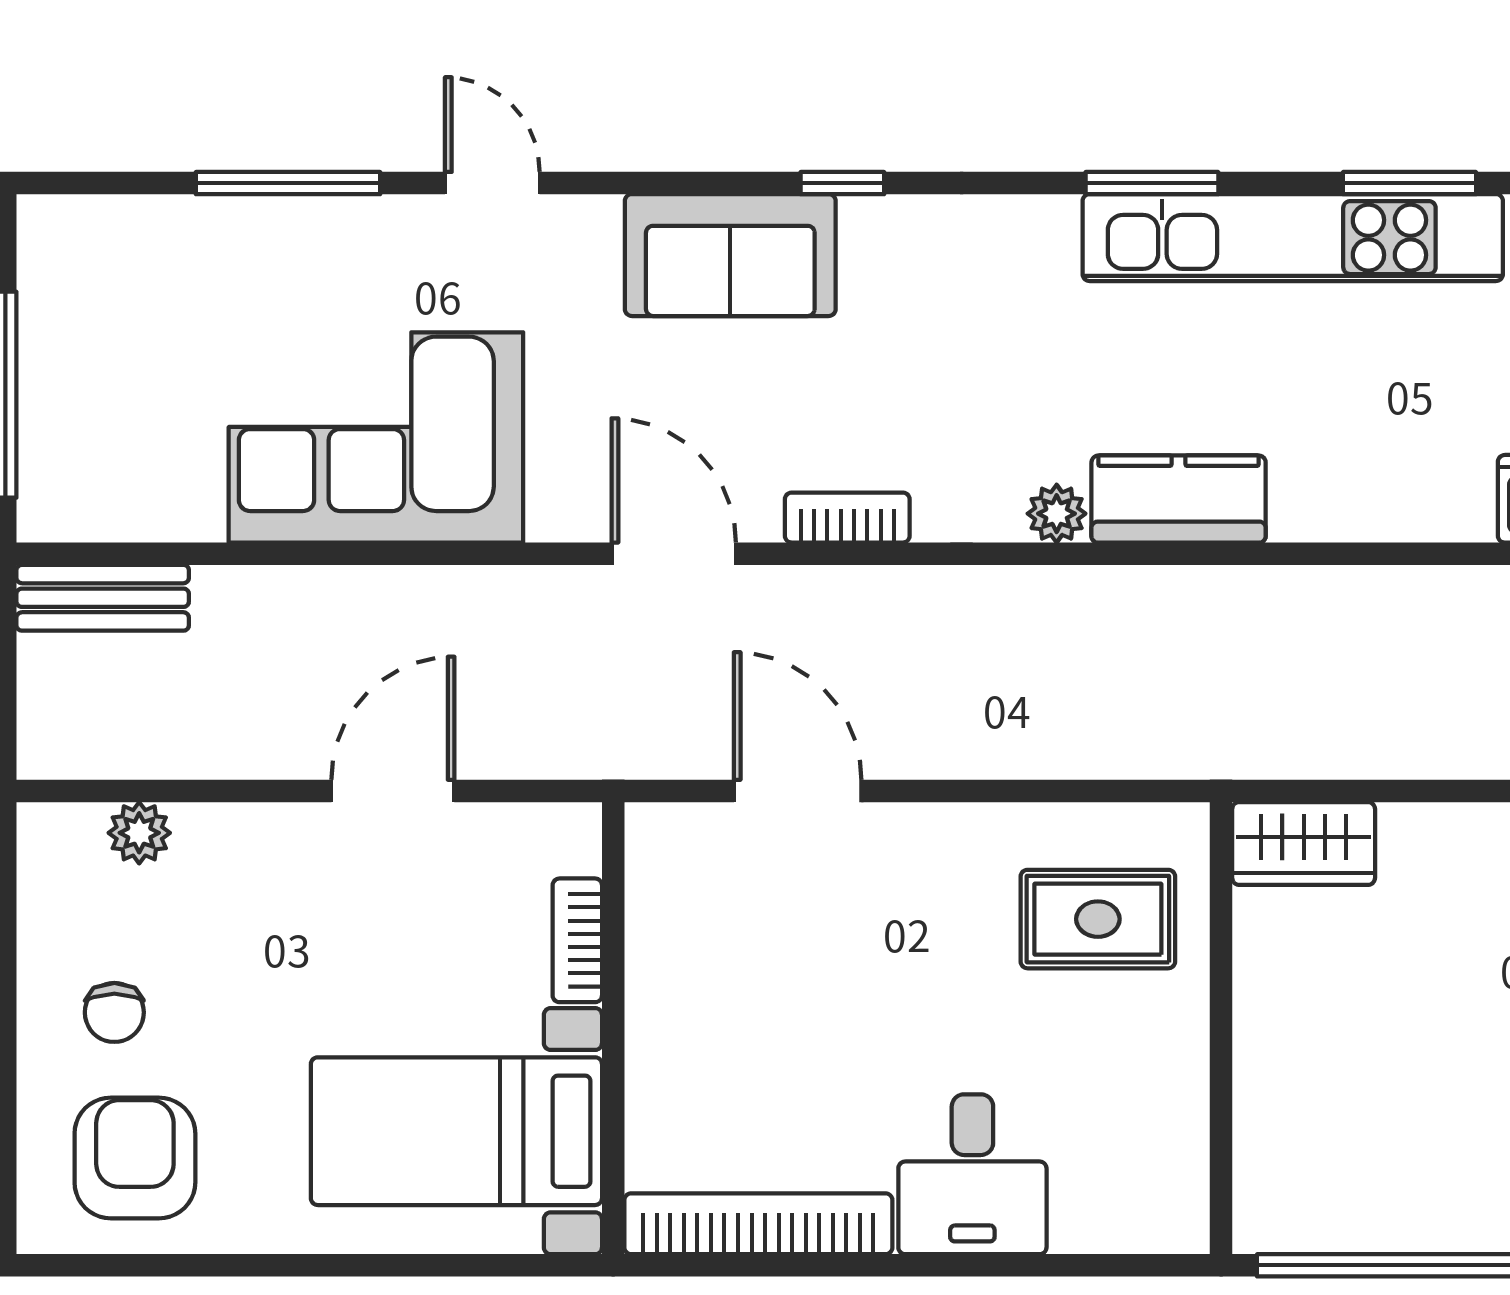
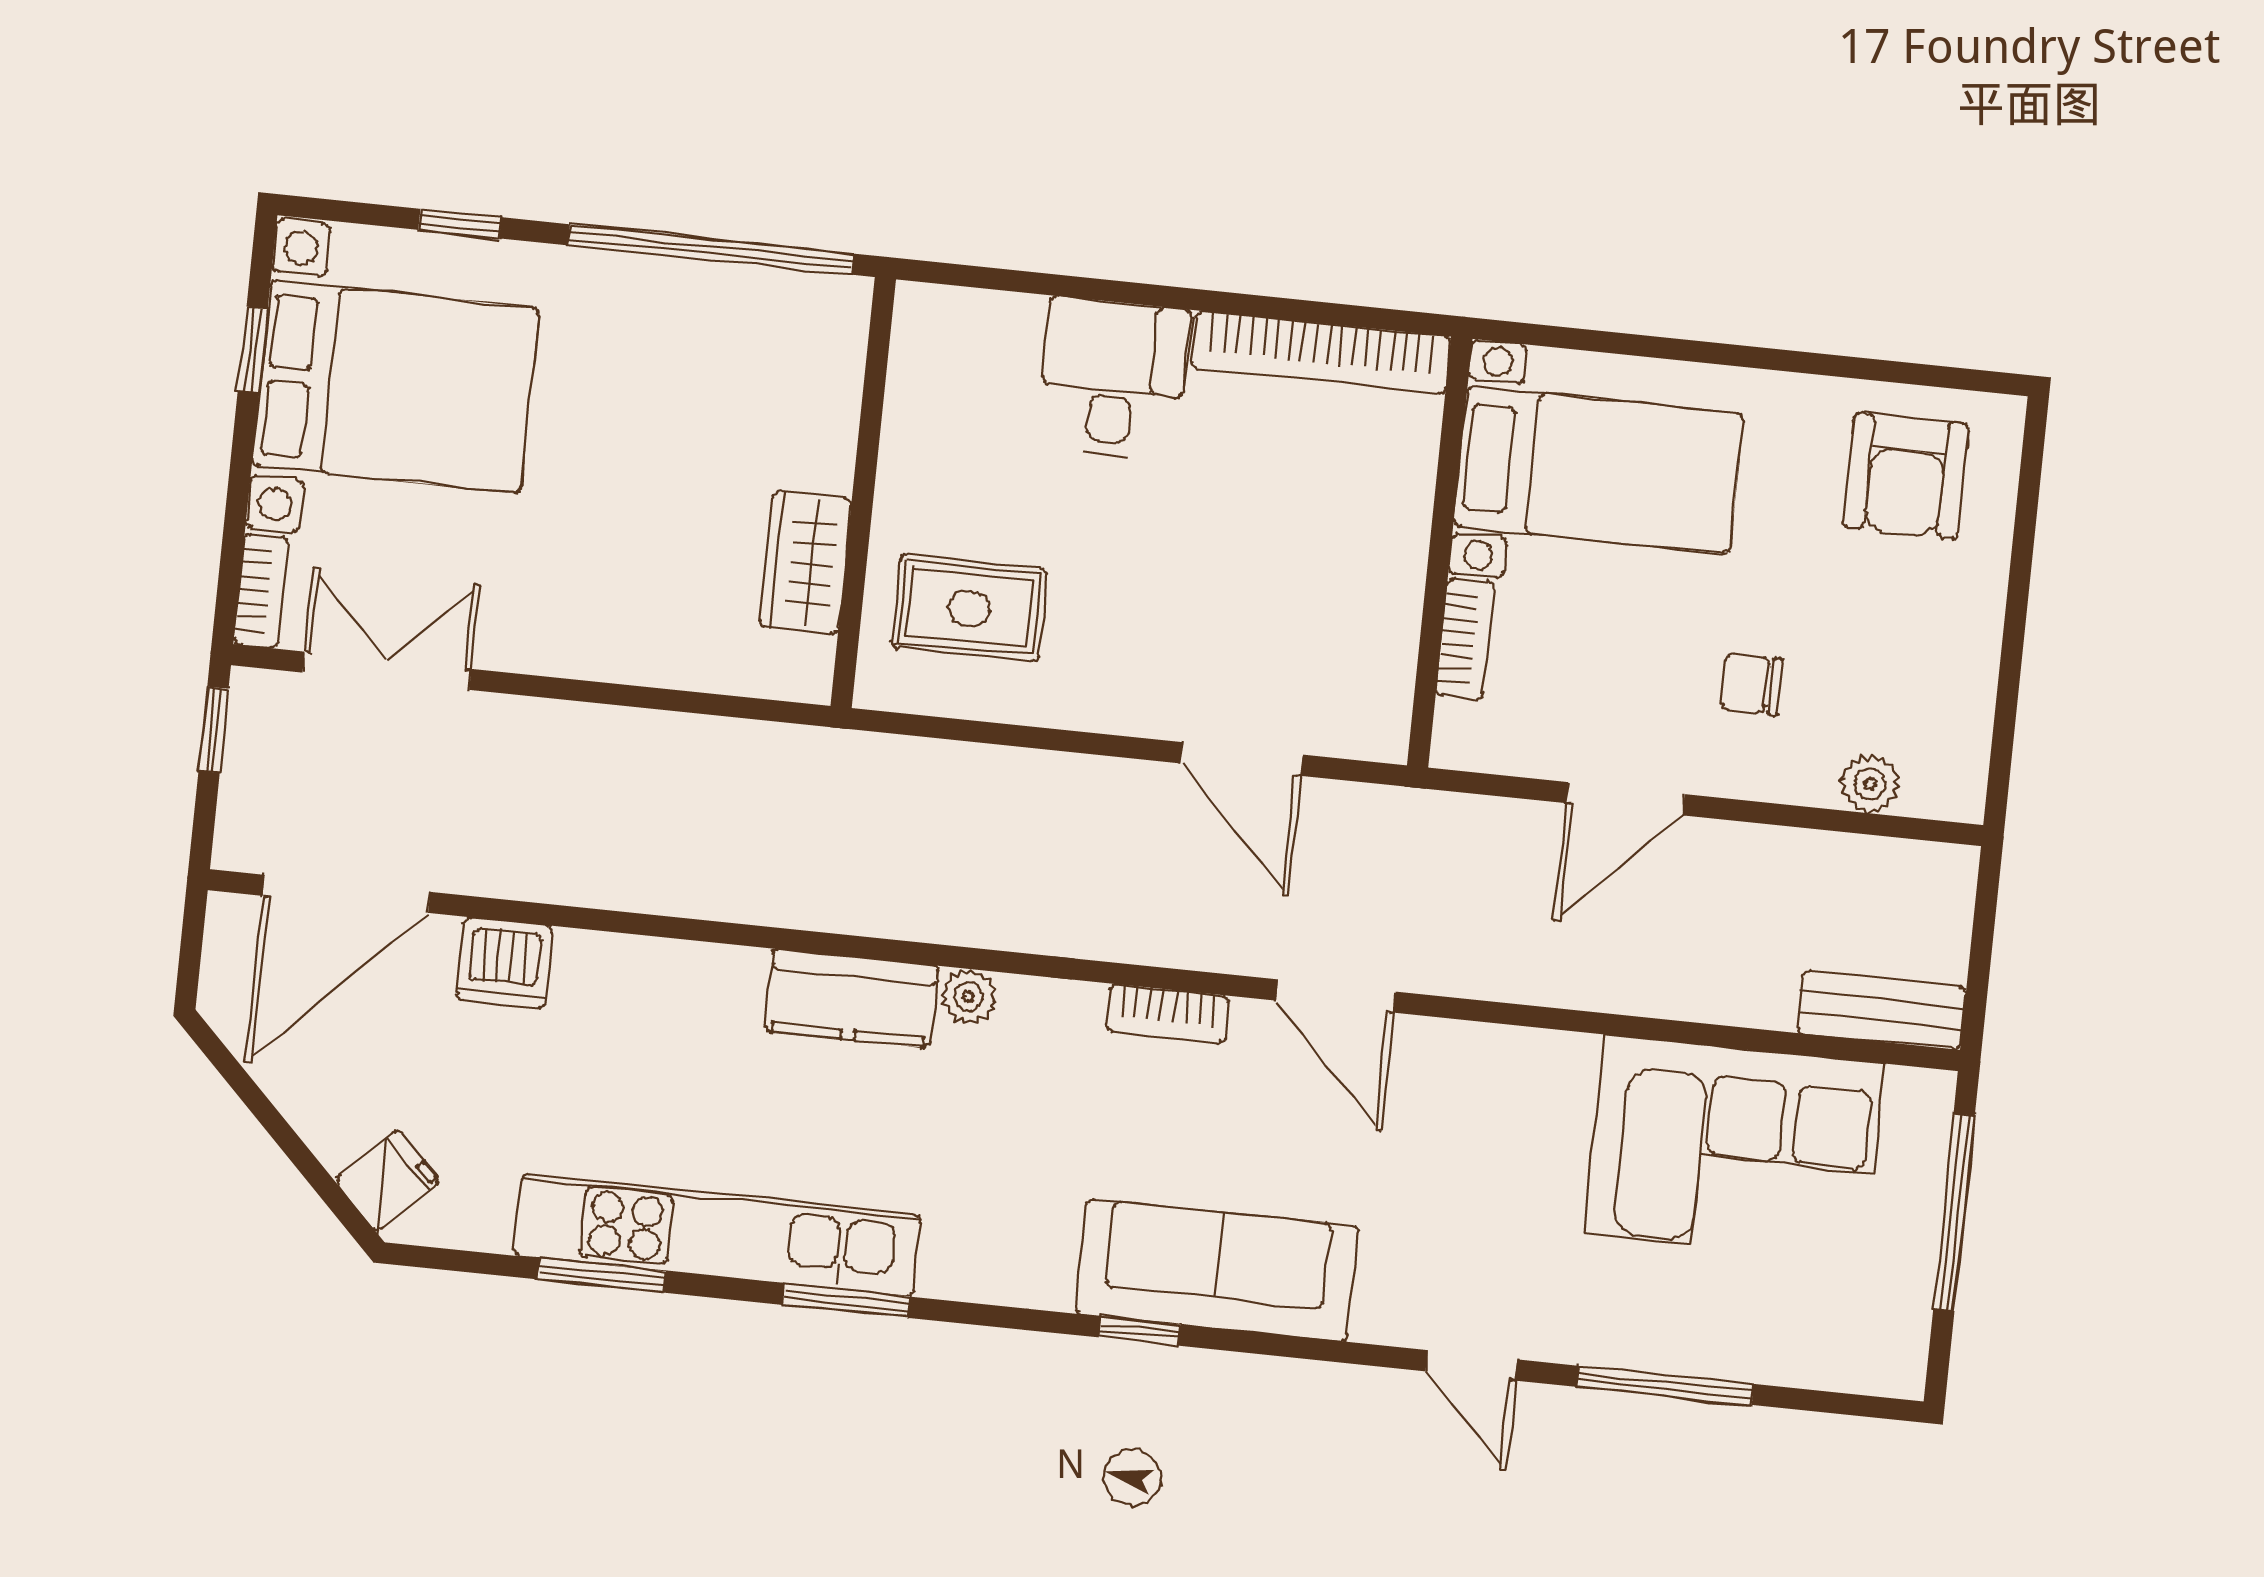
sofa: (730, 255) -> (1217, 1270), width x1.36
corner sofa: (376, 437) -> (1734, 1149), moved
wardrobe: (1304, 843) -> (806, 563), moved, turned -90
chair: (114, 1012) -> (1752, 684), moved, turned -90

